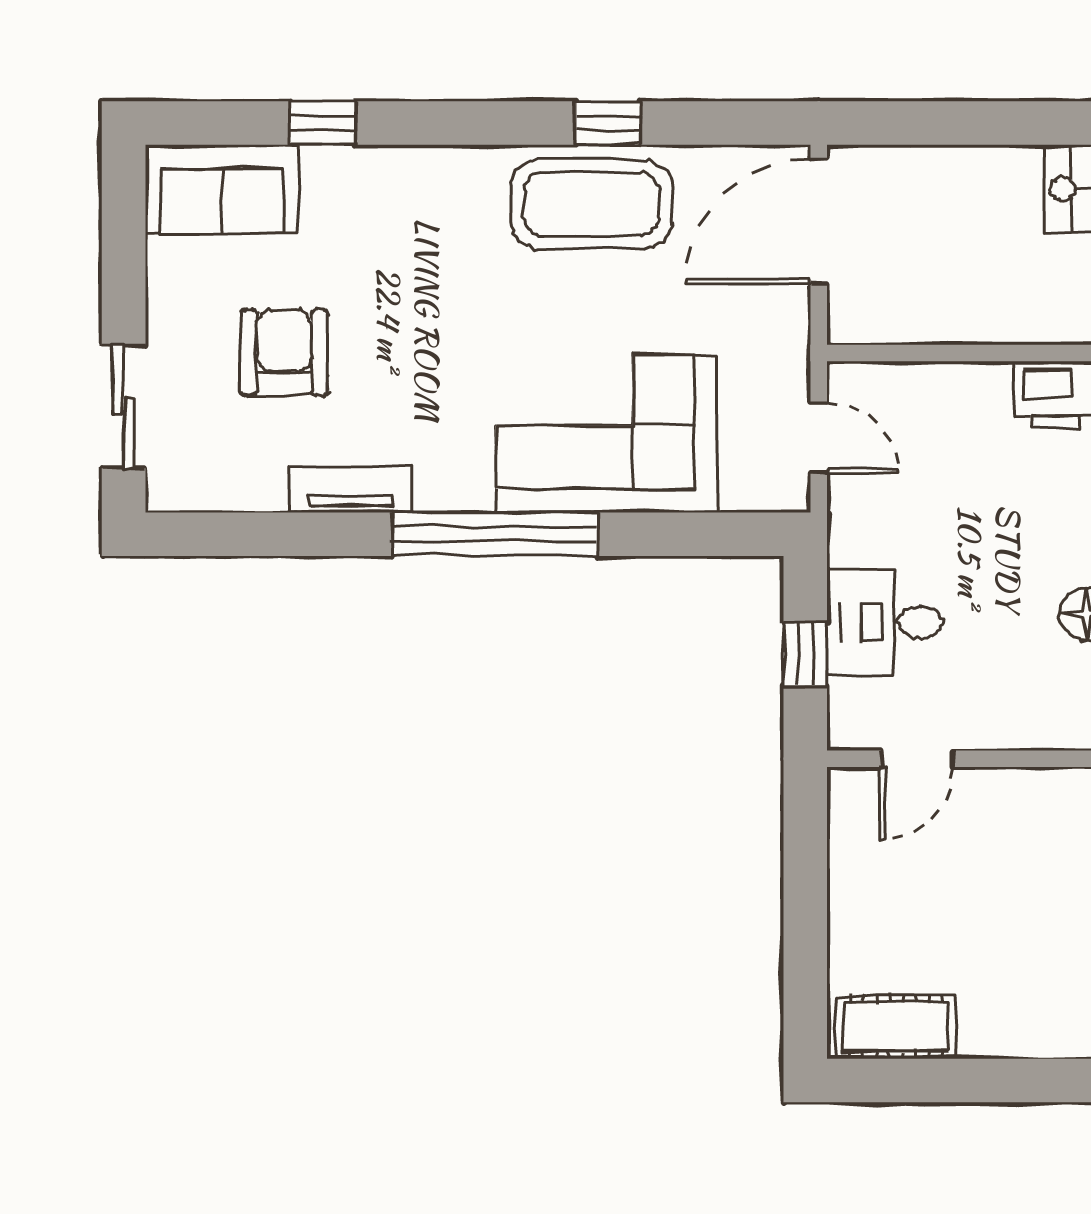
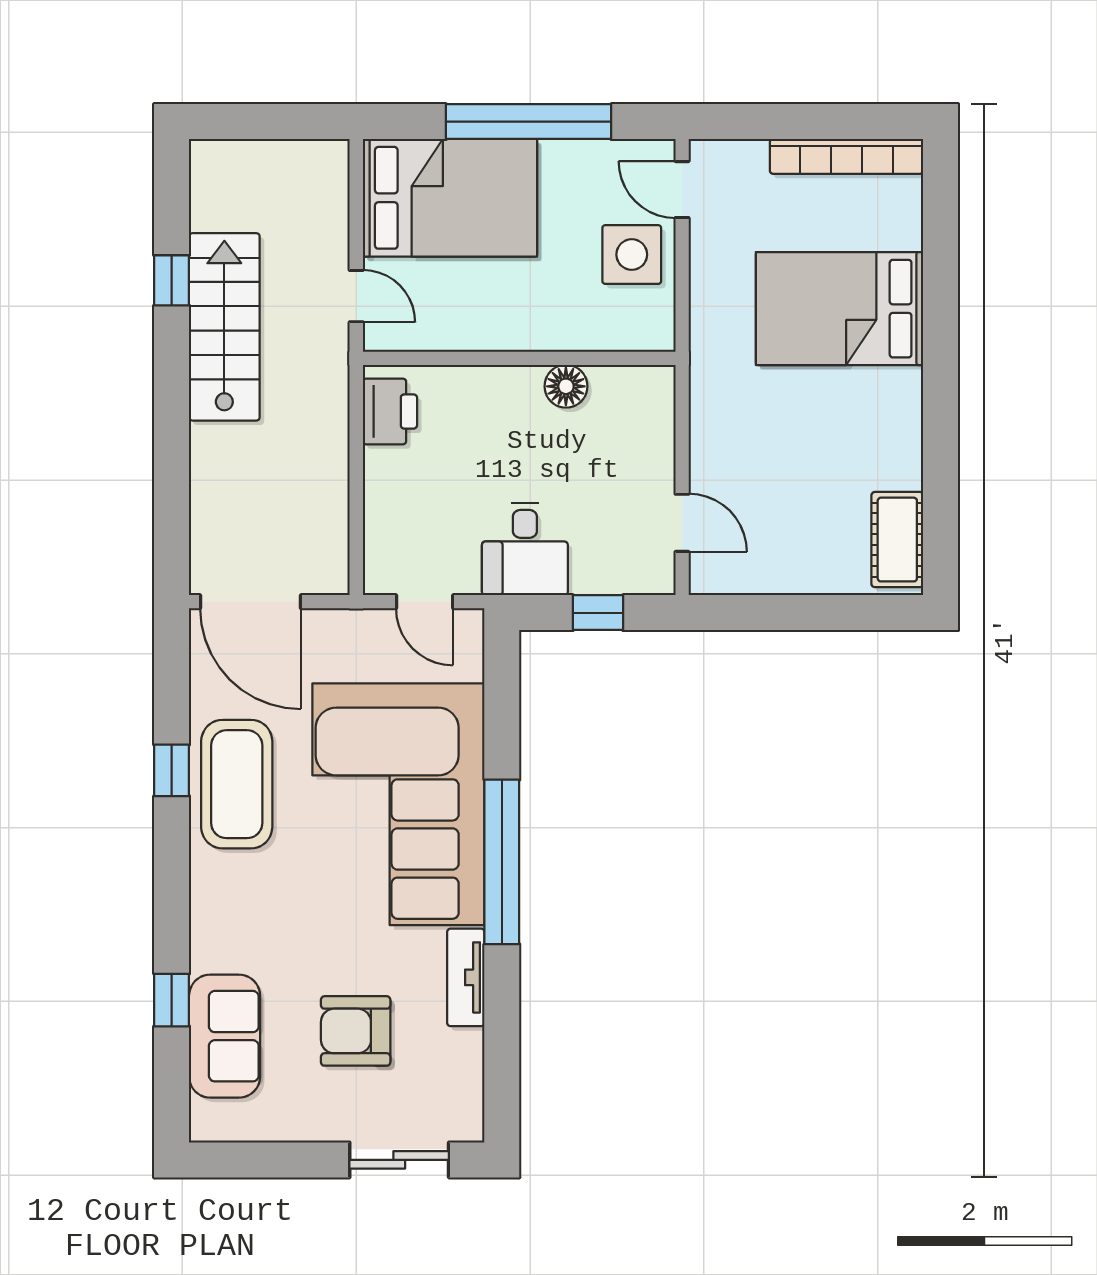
sofa: (222, 189) -> (225, 1036), moved
corner sofa: (606, 434) -> (398, 804), width x1.36, depth x1.36
door: (819, 438) -> (425, 602), swing flipped
desk: (884, 622) -> (525, 549), moved

